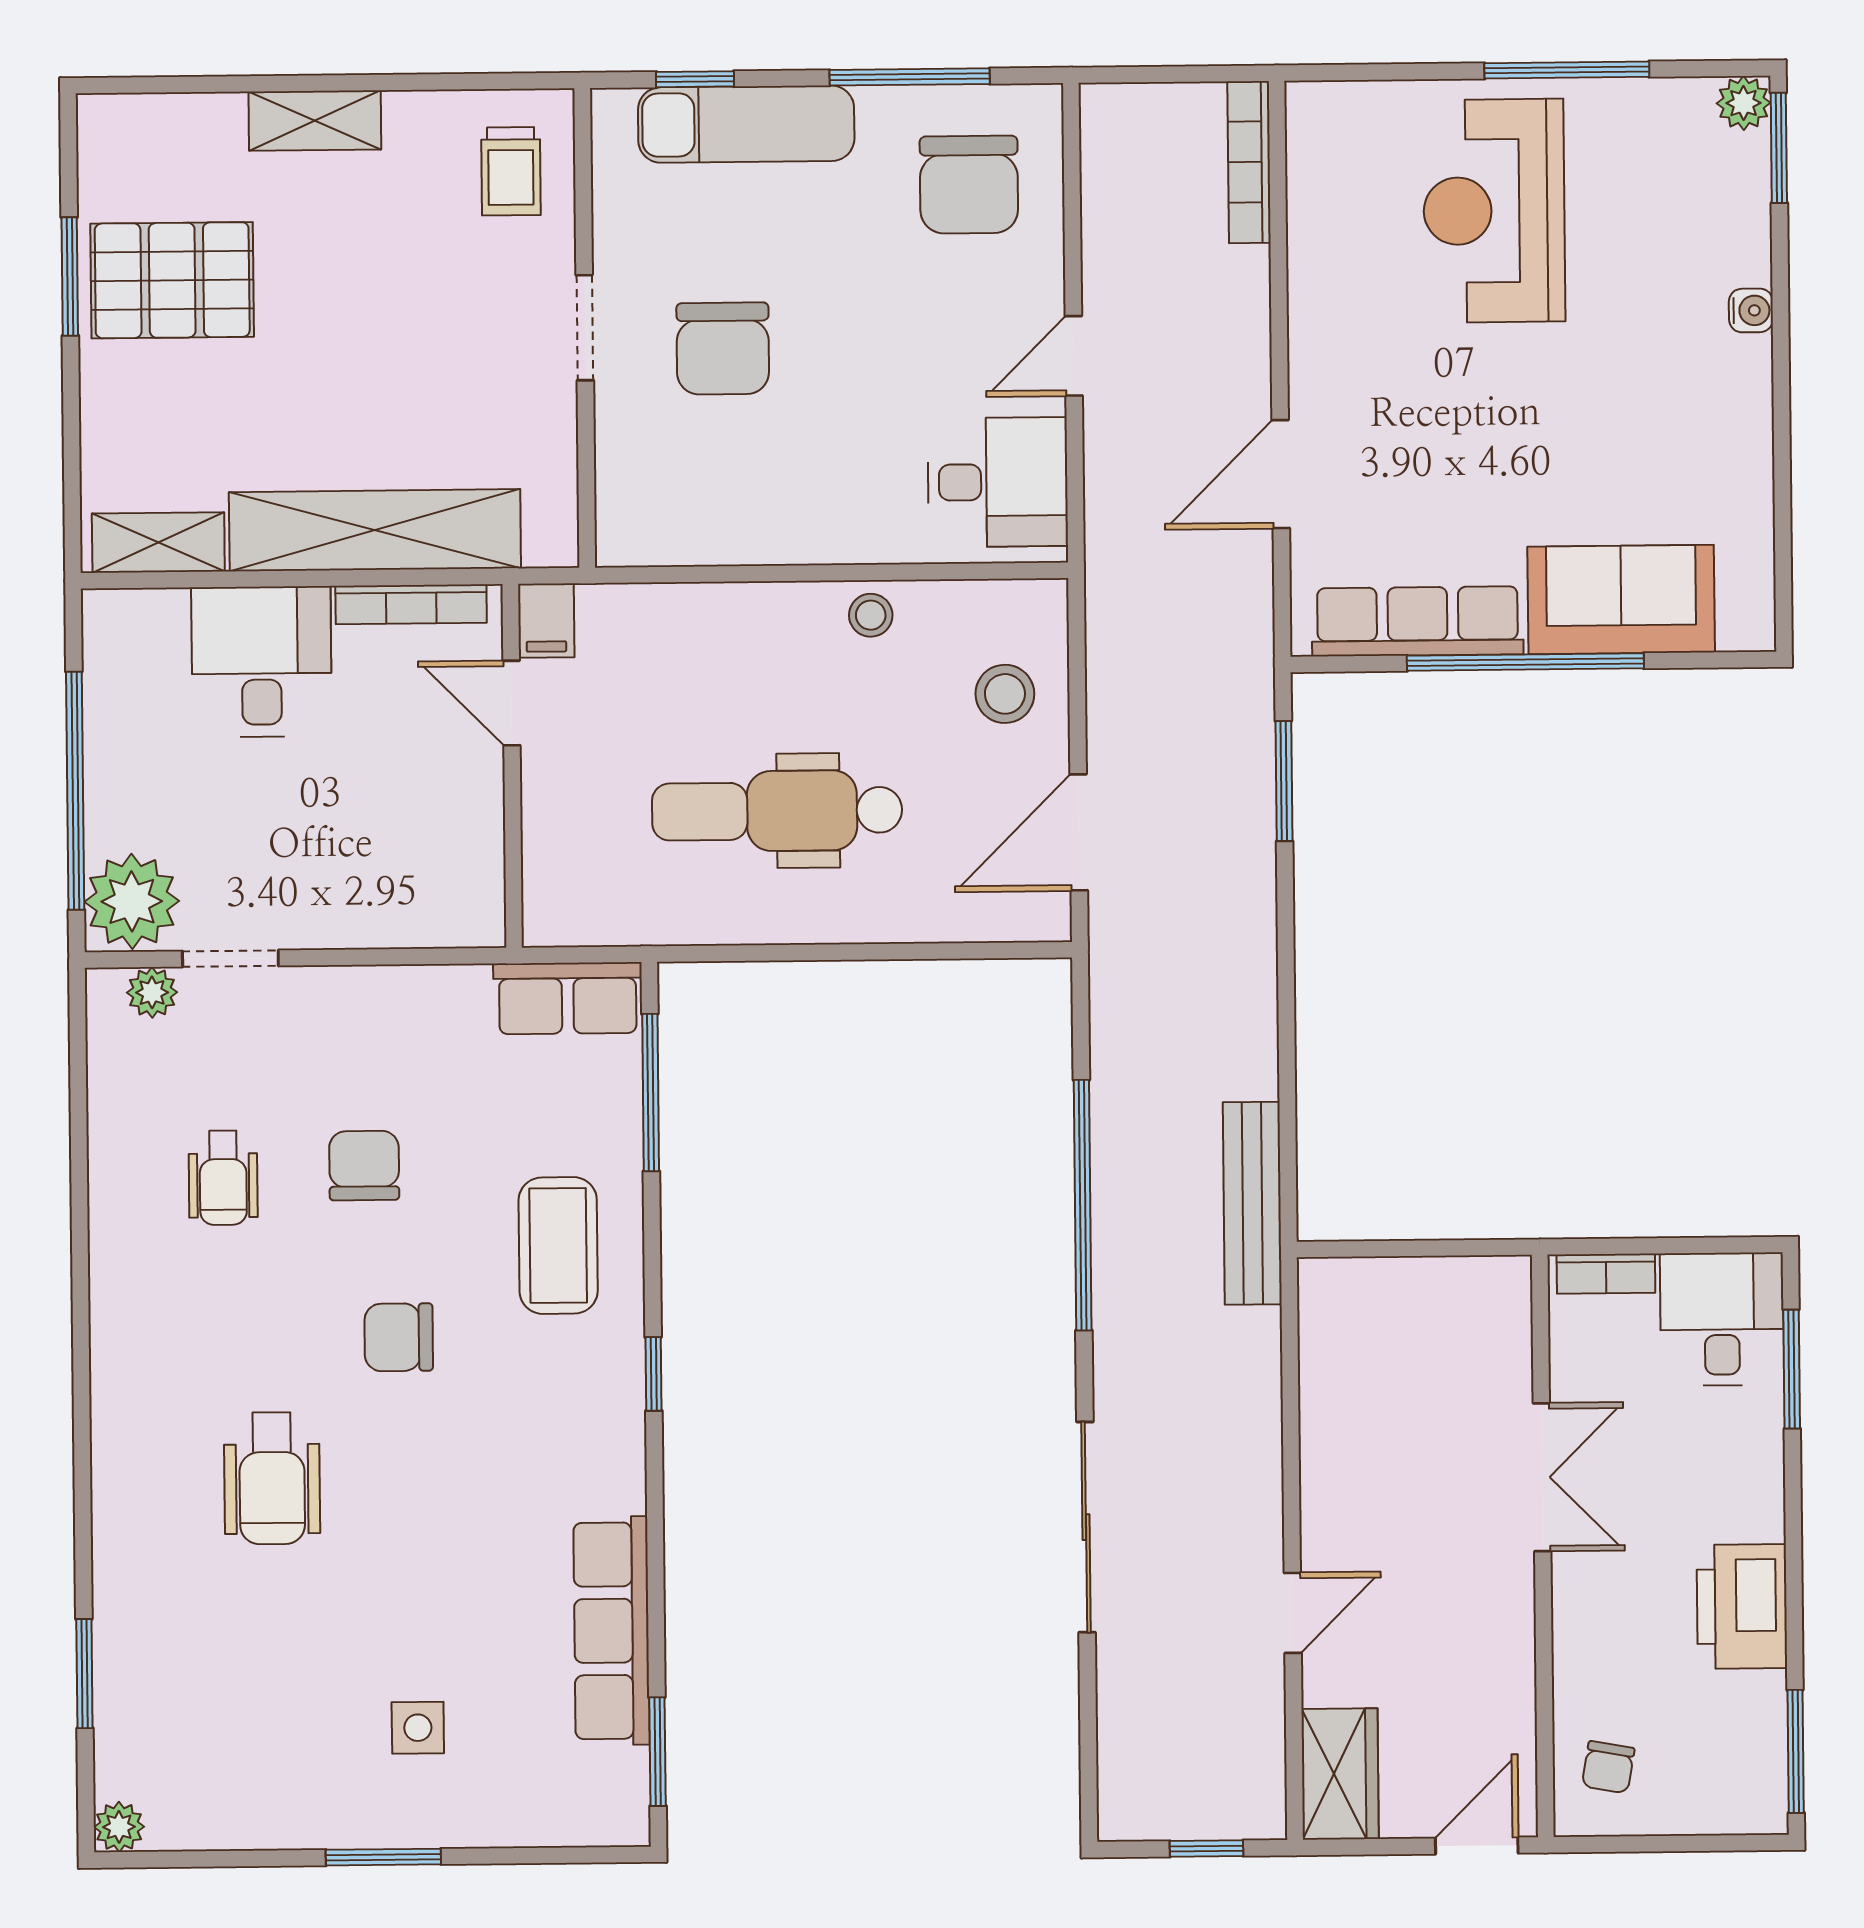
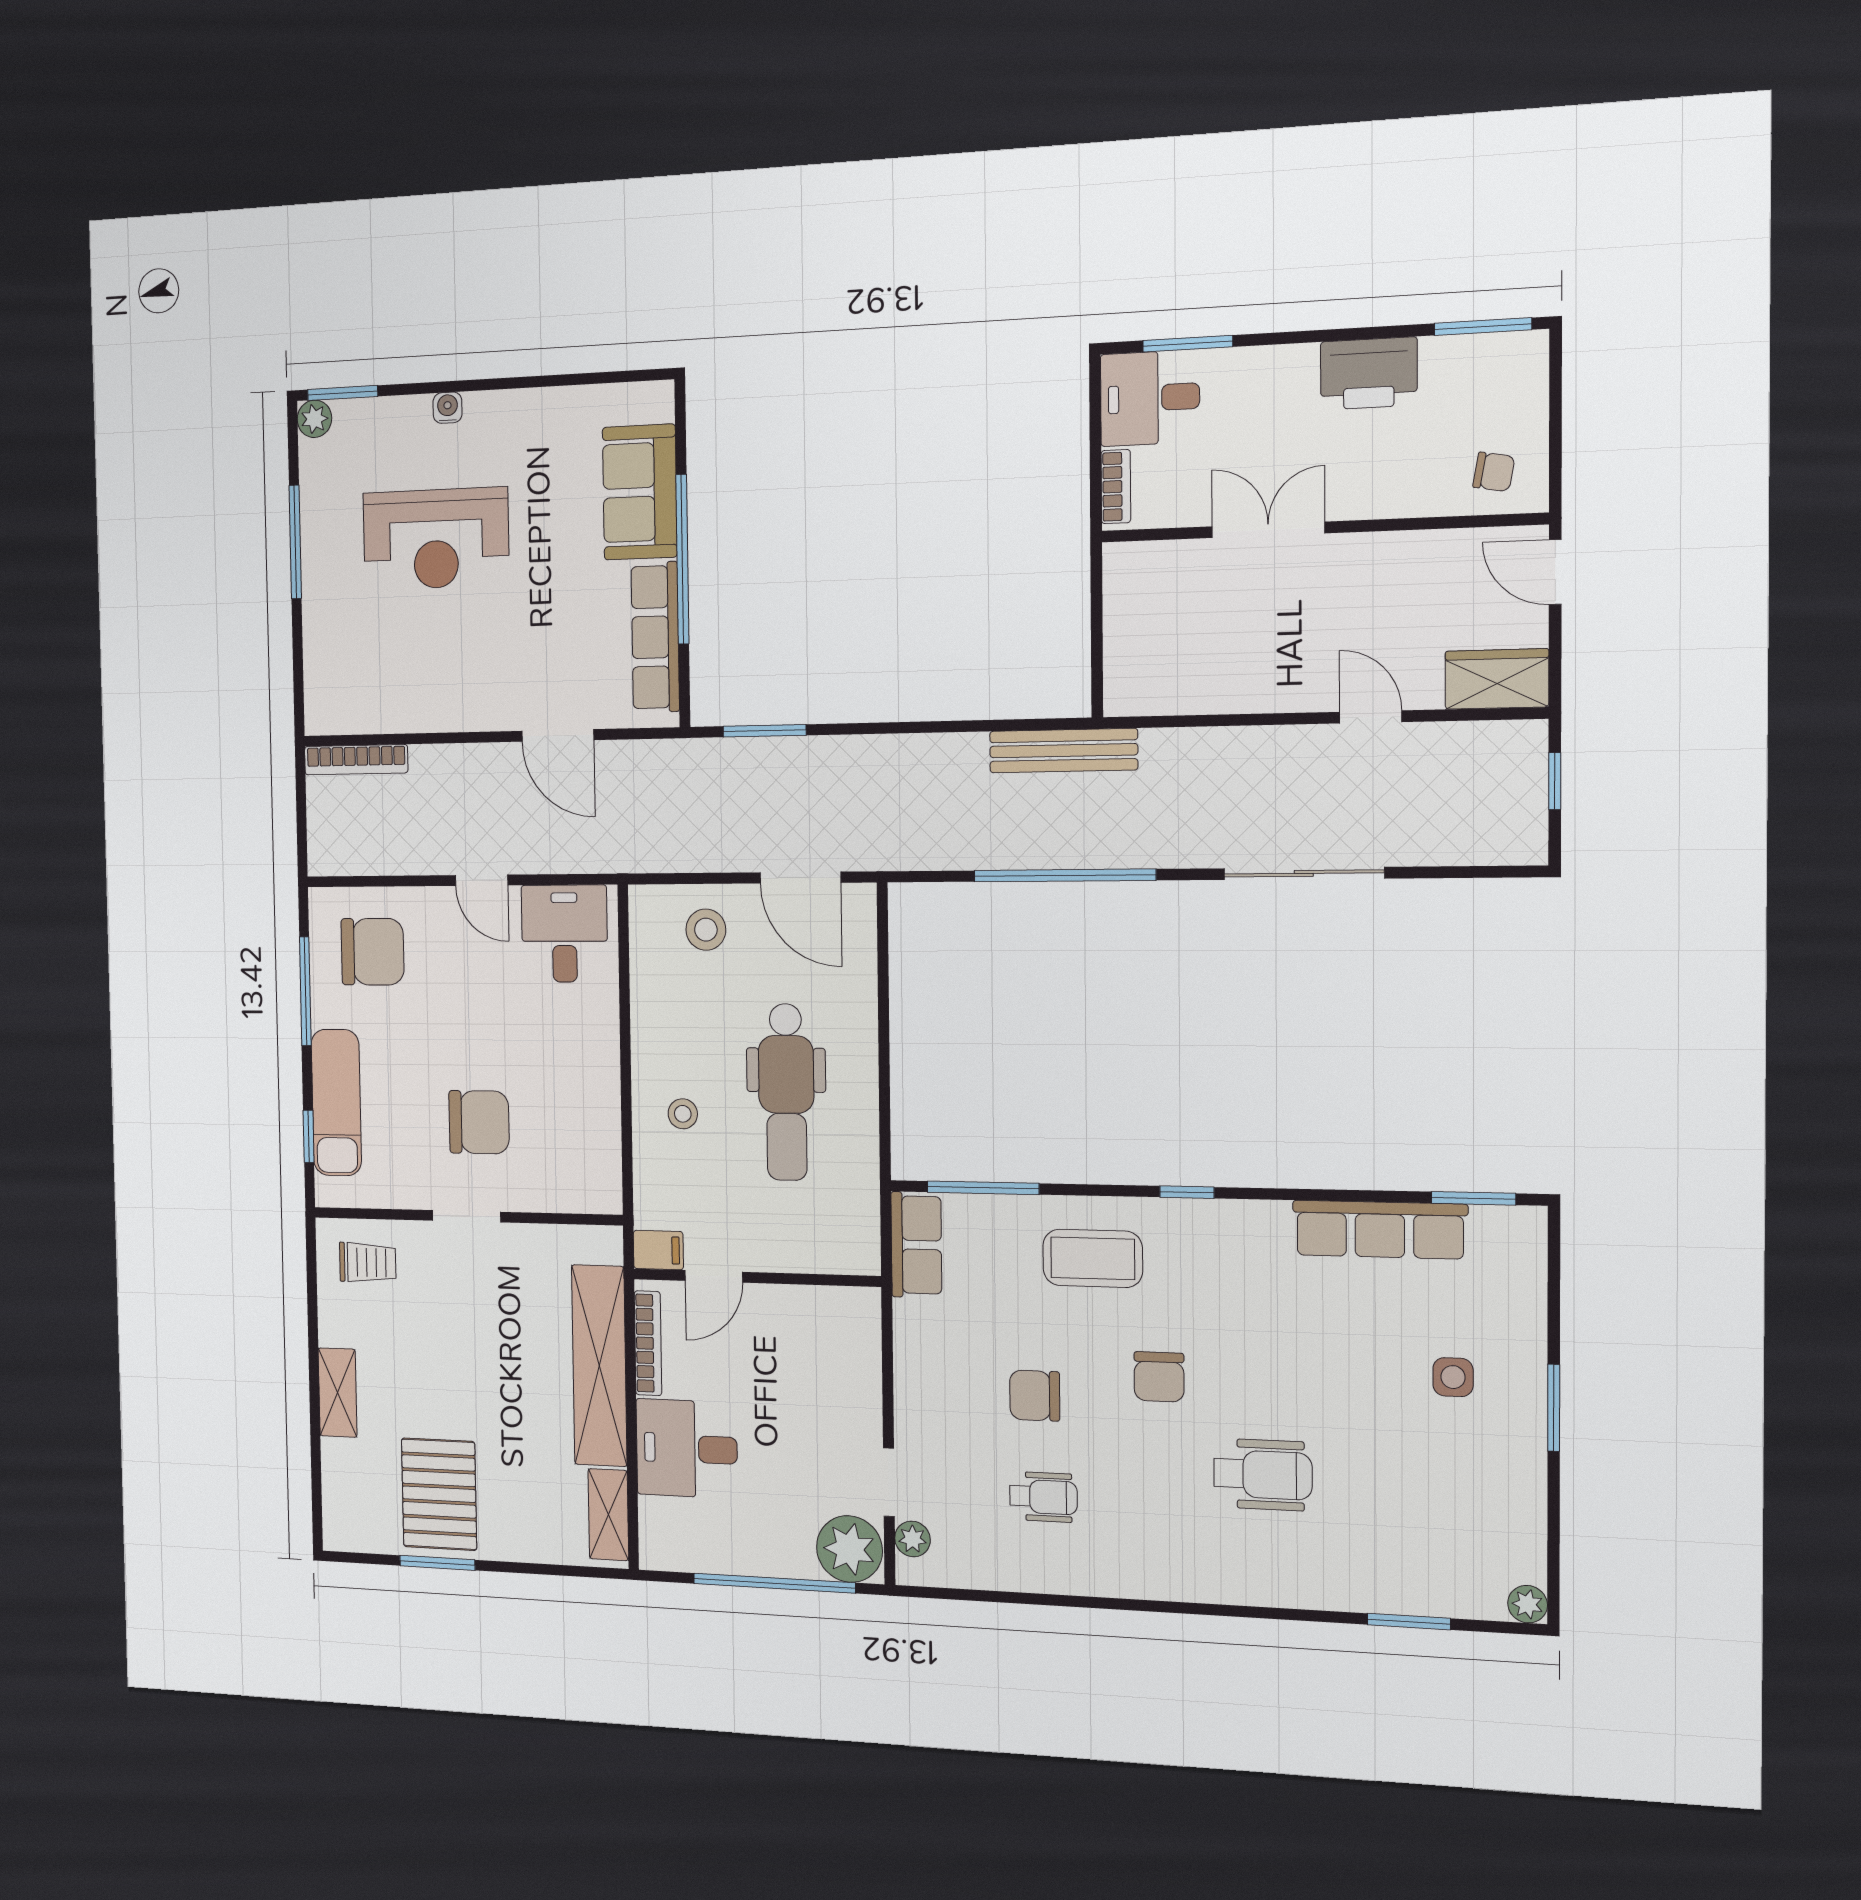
reception desk: (1494, 211) -> (436, 539), moved
stool: (871, 615) -> (683, 1114), moved

